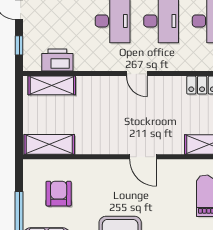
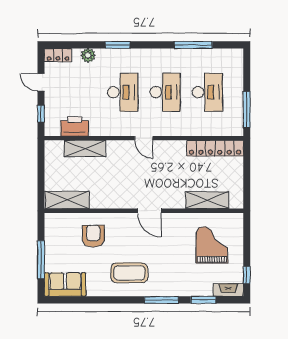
shelving: (52, 85) -> (85, 148), moved
armchair: (59, 194) -> (93, 236), moved

